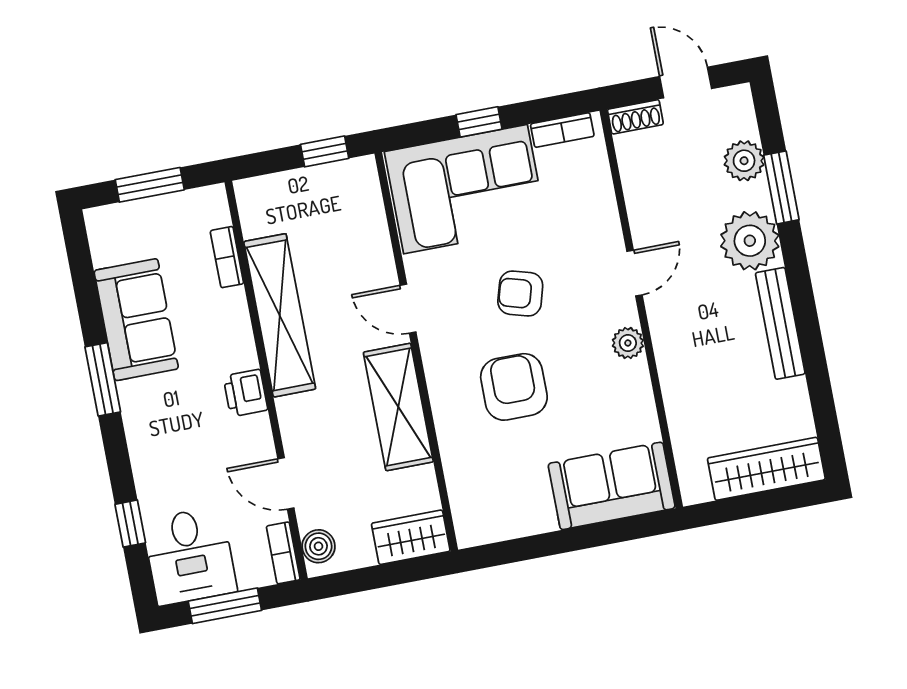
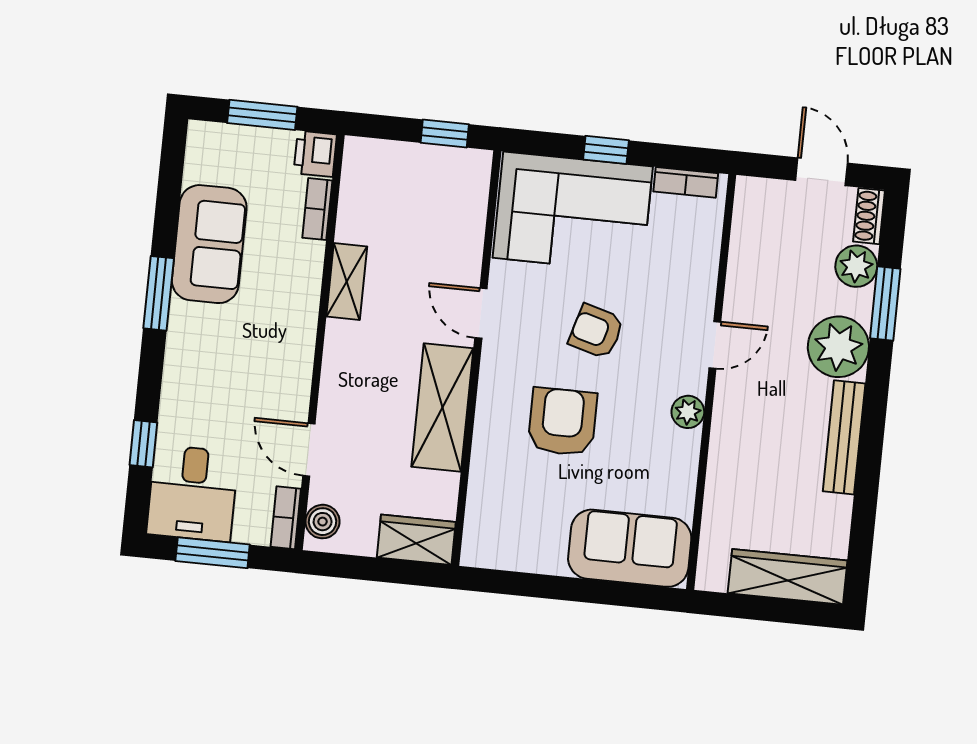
shoe rack: (635, 117) -> (869, 216), moved, turned 90
shelving: (280, 315) -> (347, 281), width x0.45, depth x0.75
printer: (245, 393) -> (315, 154), moved

